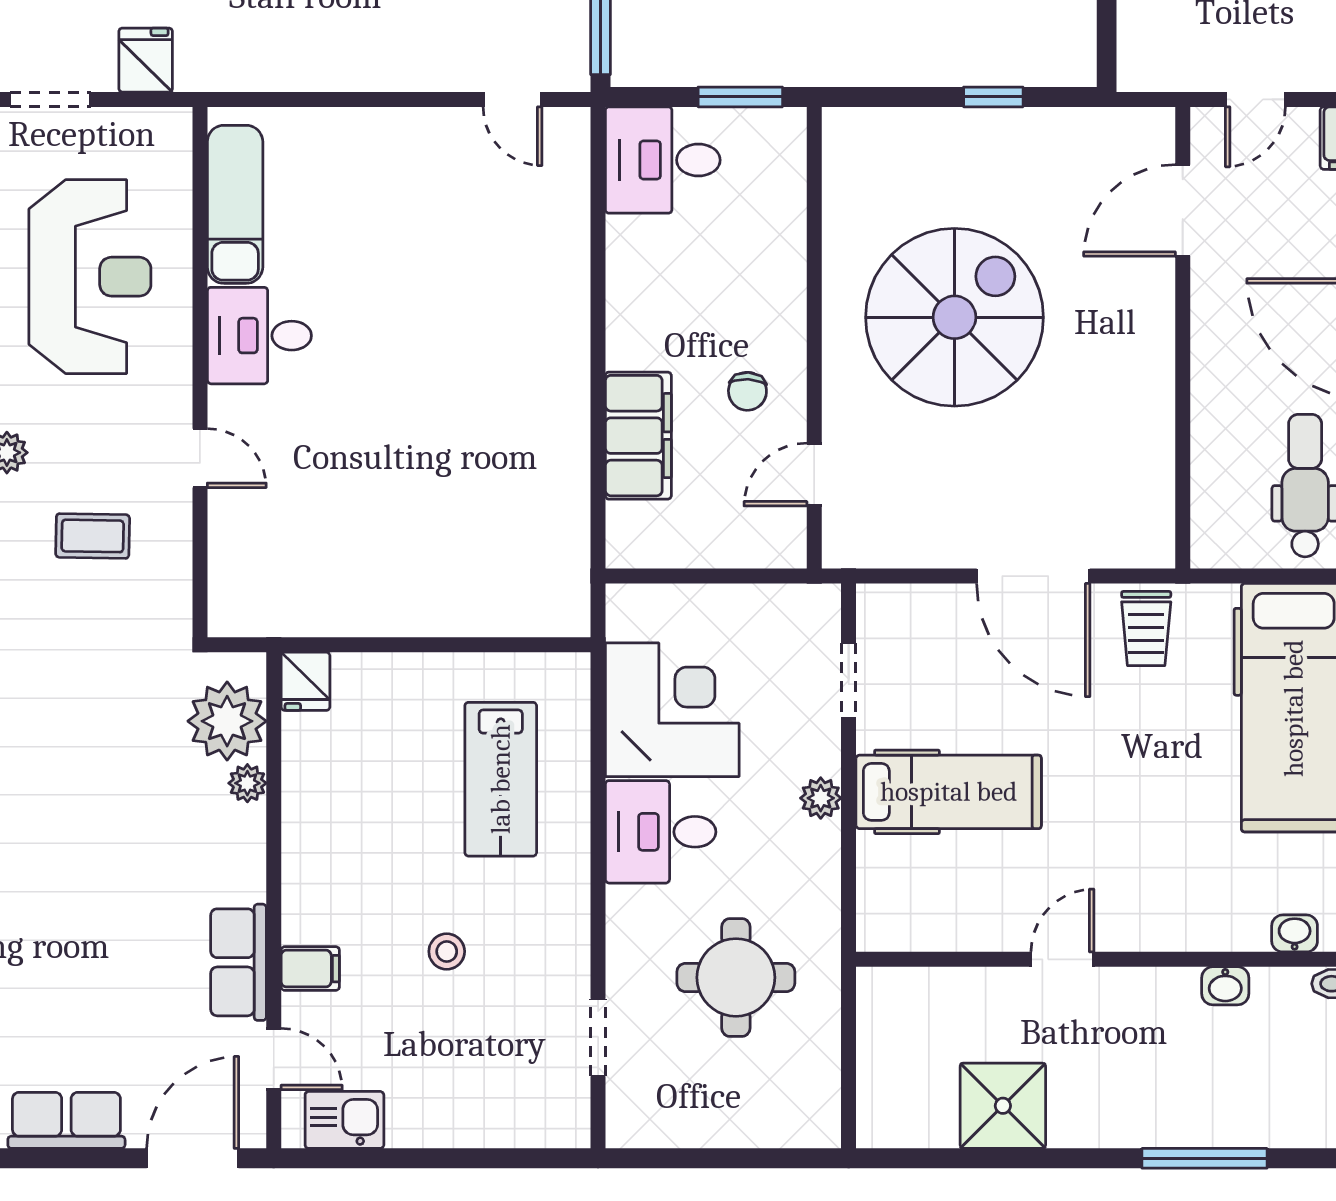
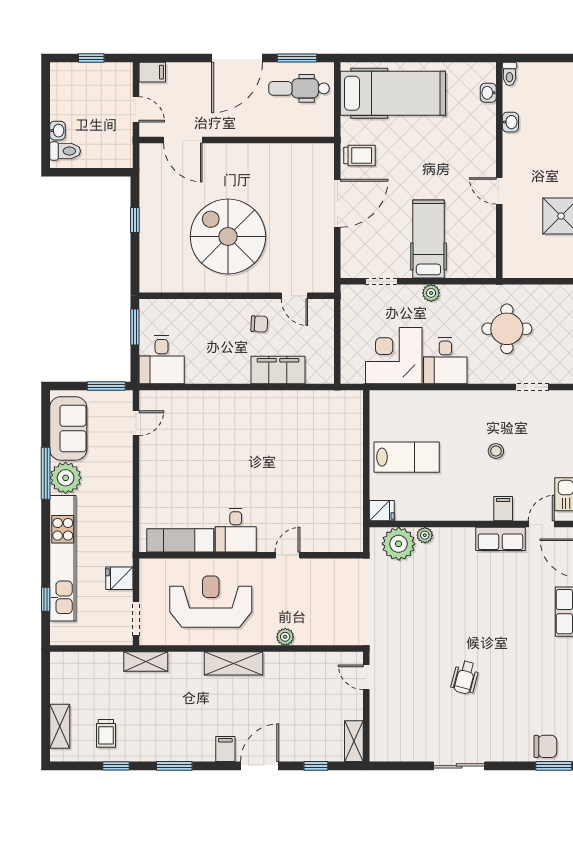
coffee table: (93, 536) -> (320, 601), removed
lab bench: (501, 779) -> (407, 457), moved

